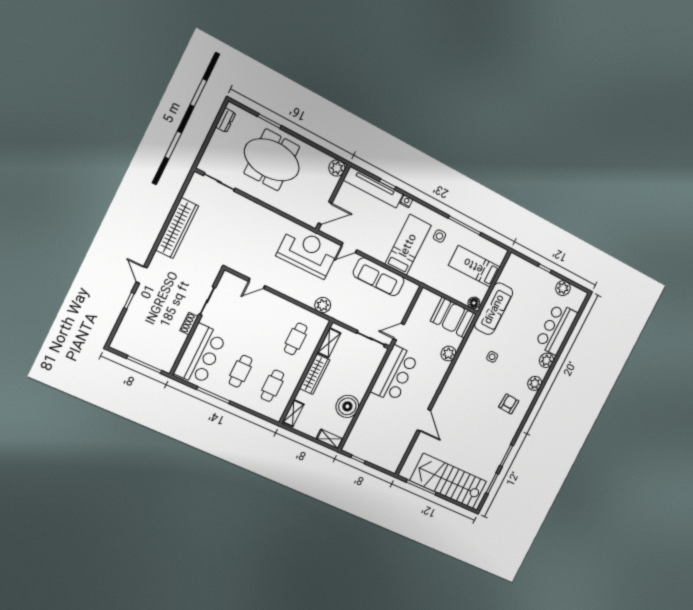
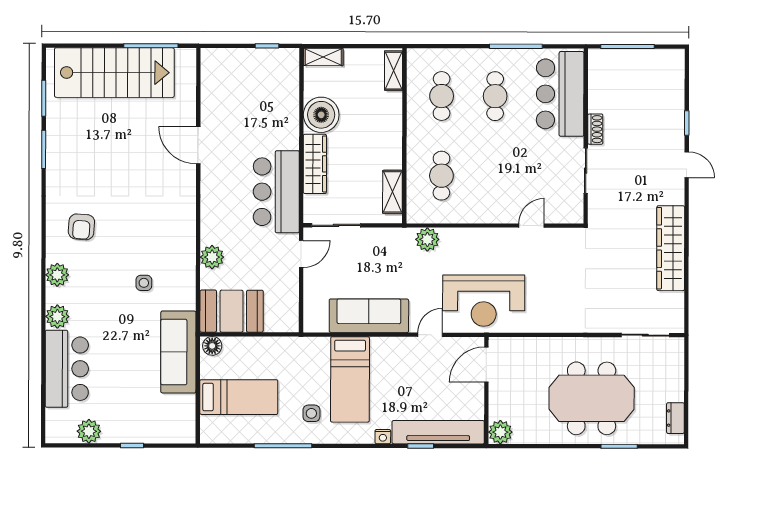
wardrobe: (315, 374) -> (315, 164), moved, turned 180

